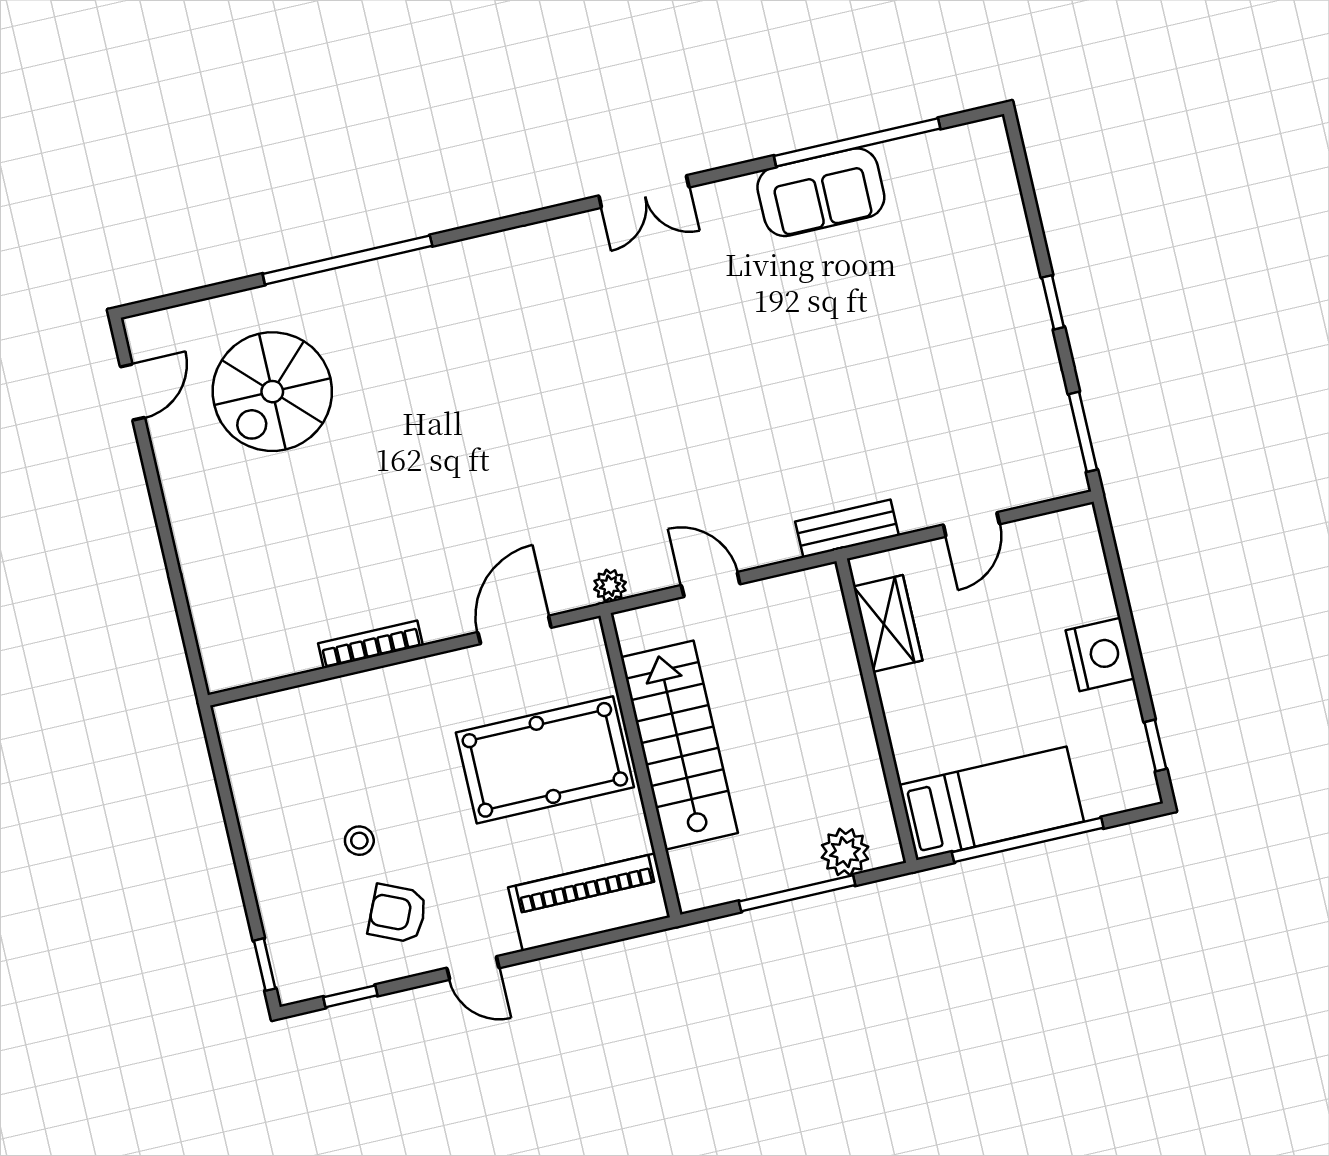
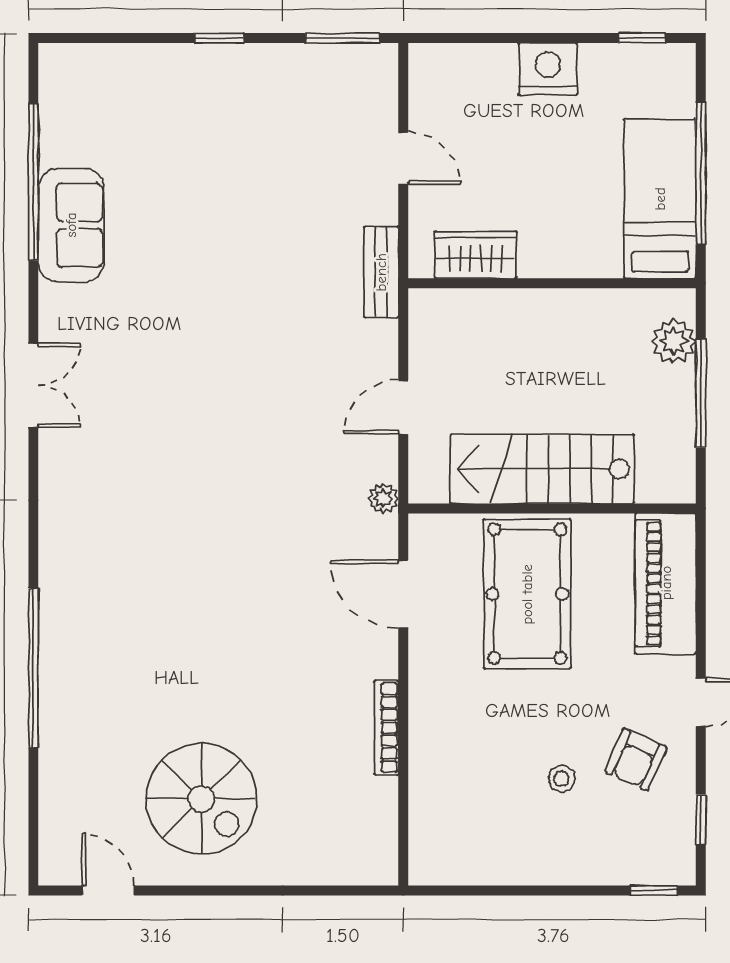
spiral stairs: (272, 392) -> (201, 799), moved

